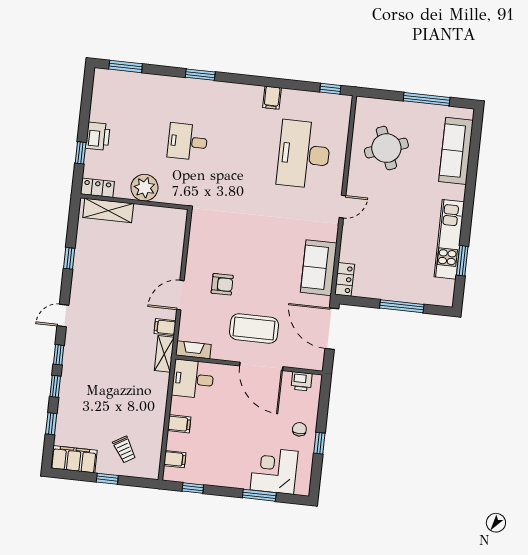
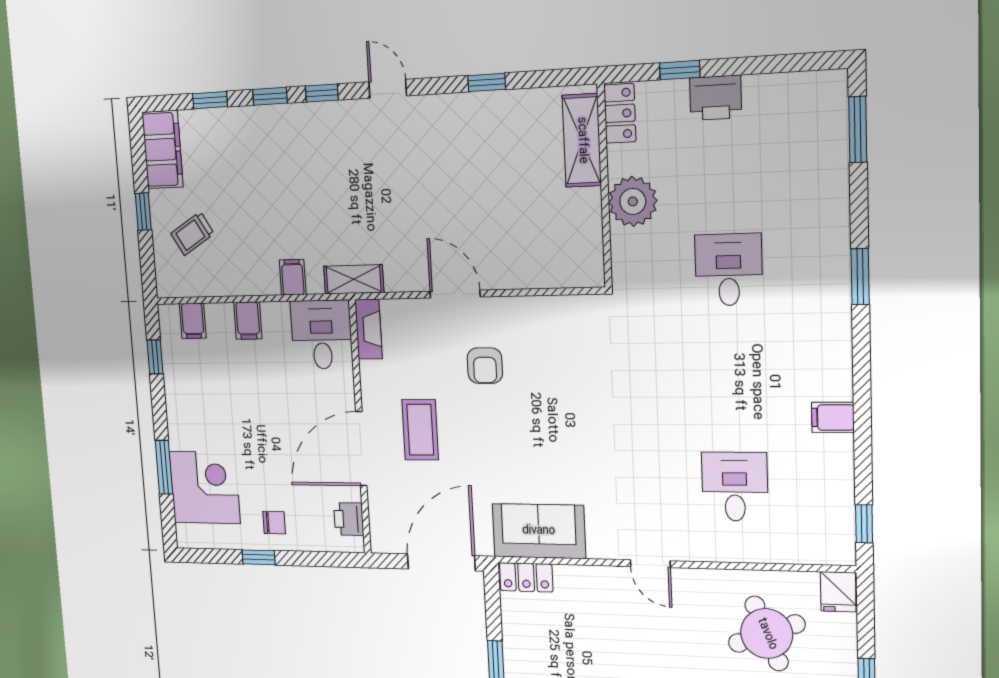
fridge: (366, 107) -> (838, 592), added
desk: (304, 154) -> (735, 487), width x0.53, depth x0.77
filing cabinet: (165, 327) -> (293, 277), moved
coffee table: (254, 328) -> (420, 430), width x0.73, depth x0.76

